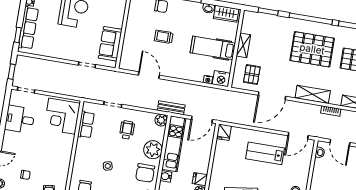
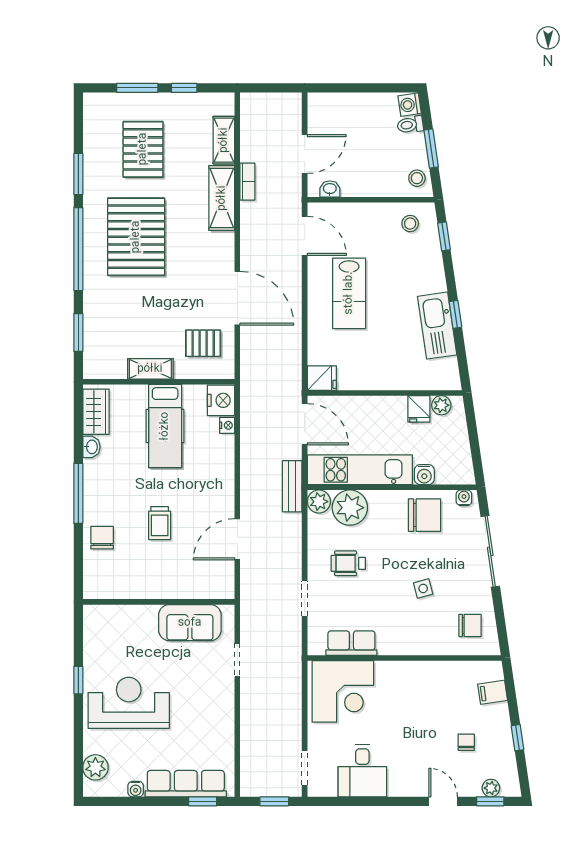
shelving: (313, 94) -> (222, 198), moved
plant: (153, 150) -> (350, 508), moved

